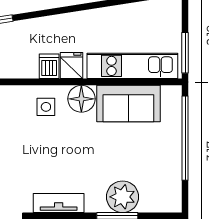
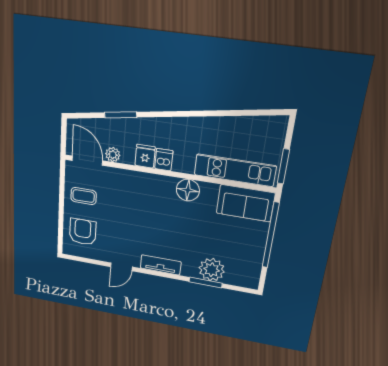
fridge: (72, 66) -> (145, 156), moved
sofa: (128, 103) -> (245, 203), moved
side table: (46, 107) -> (158, 192), removed

